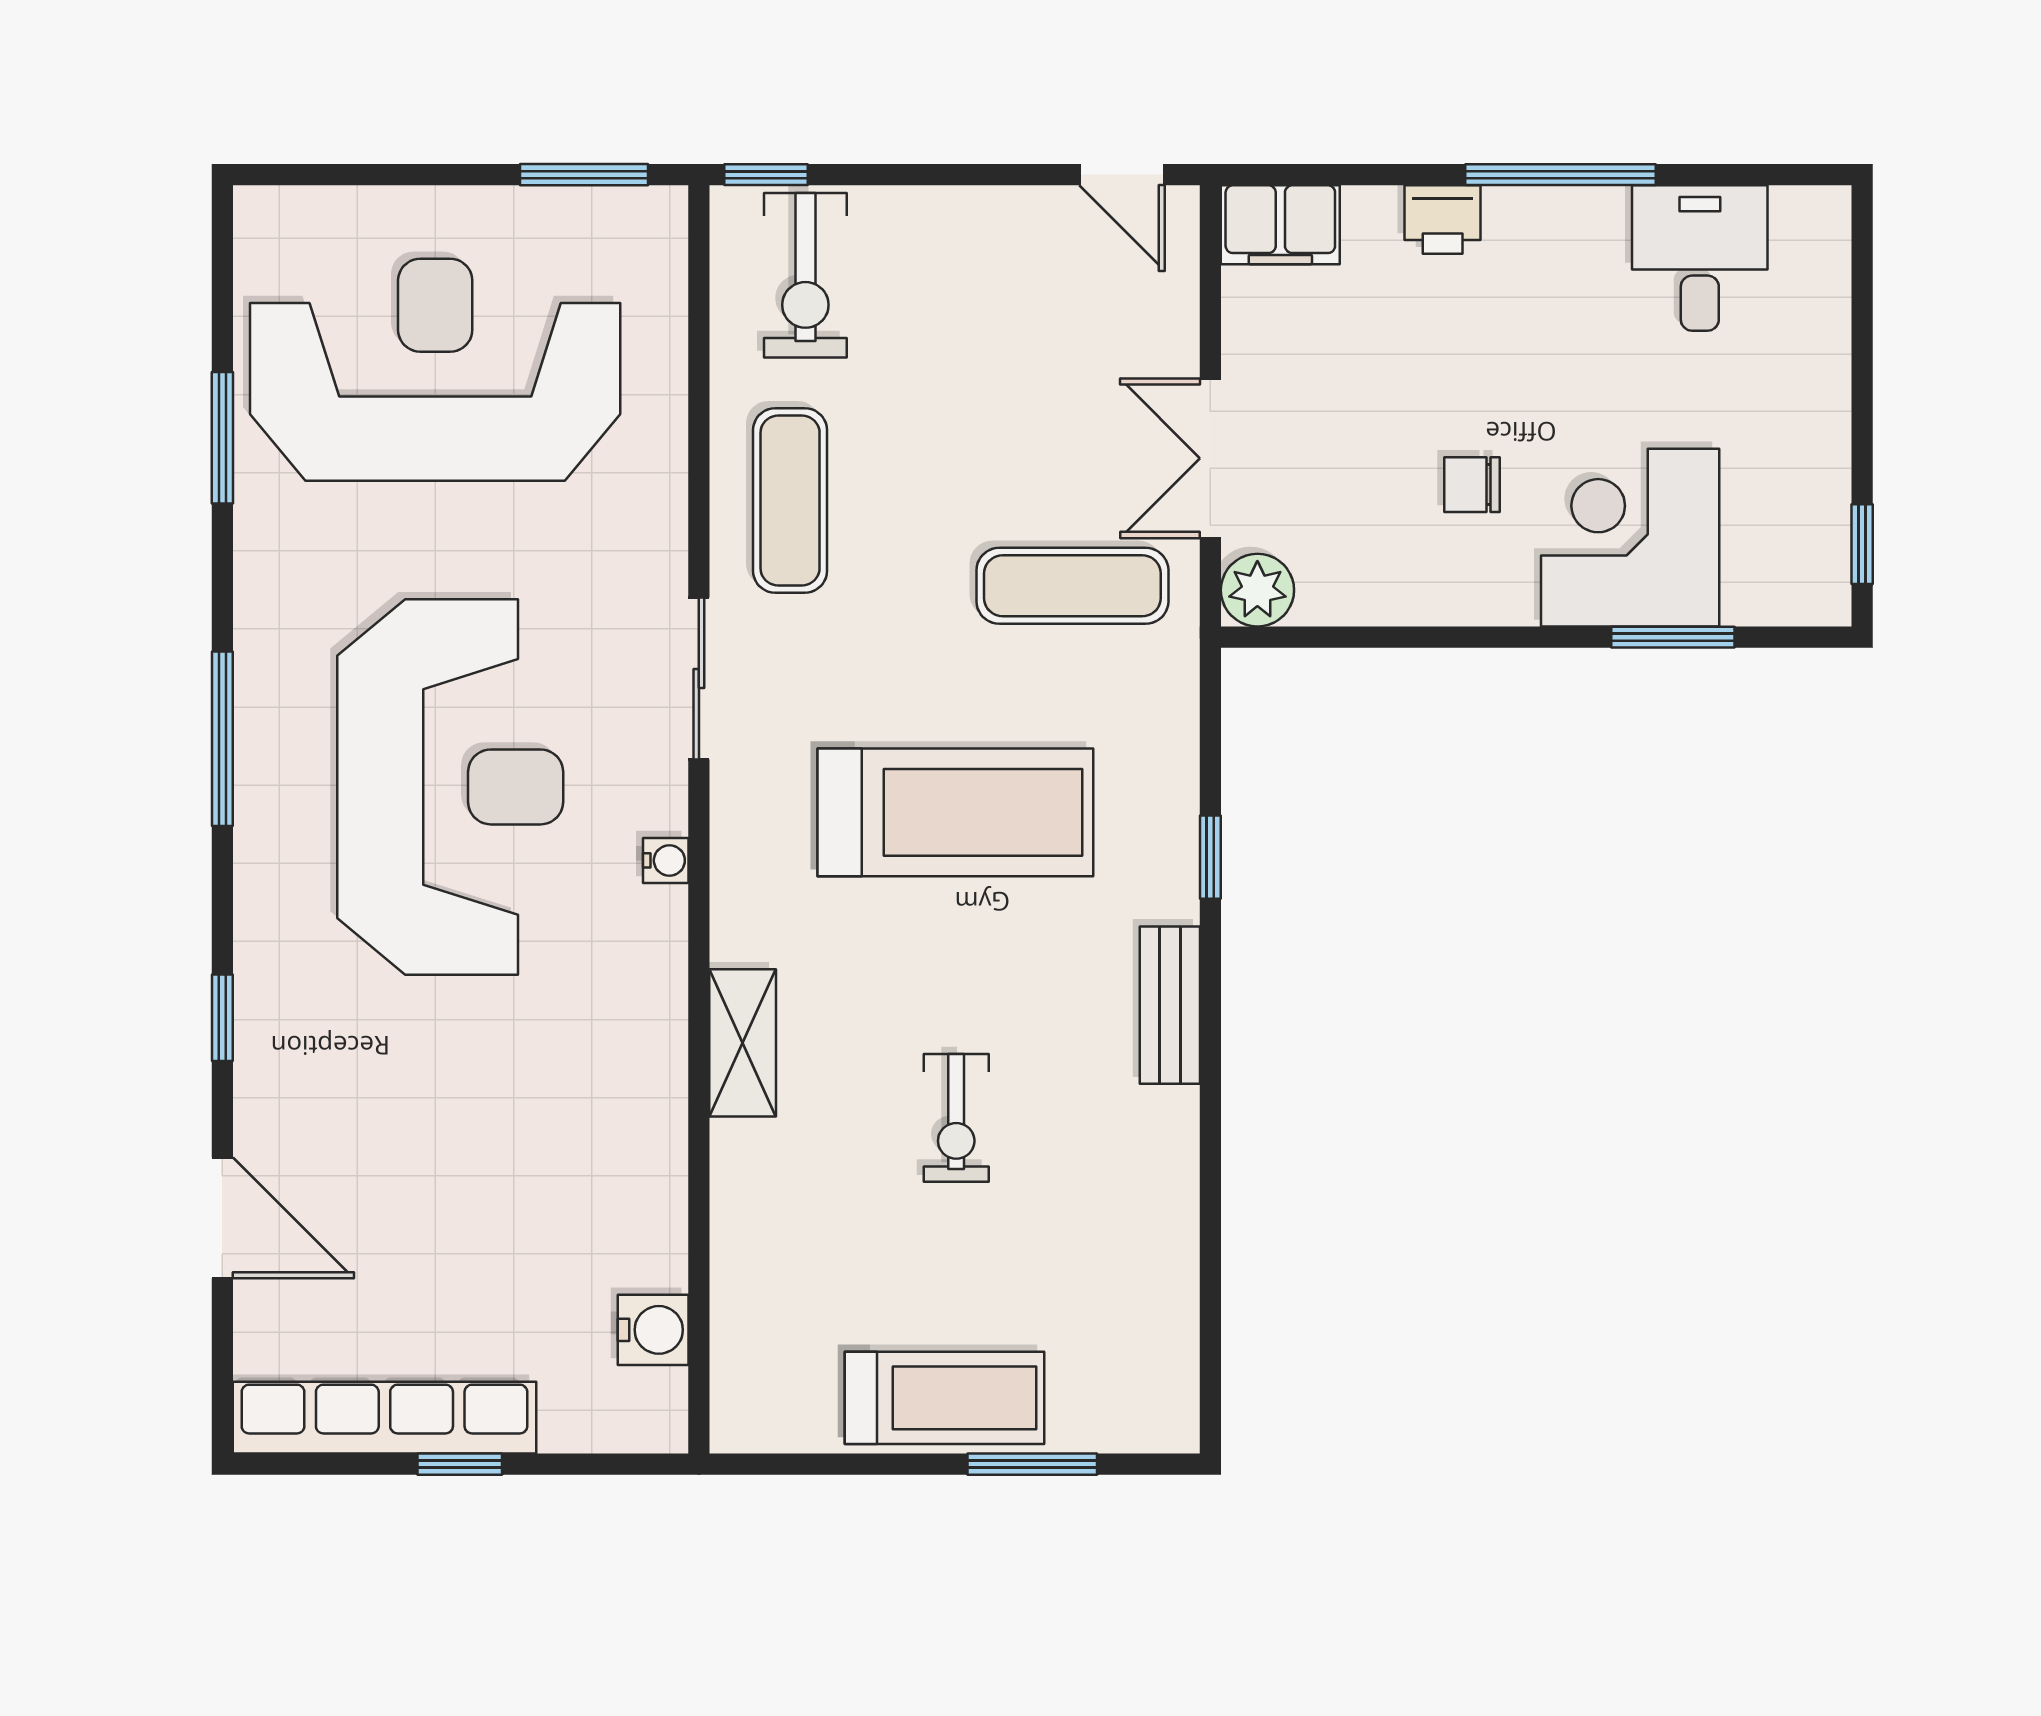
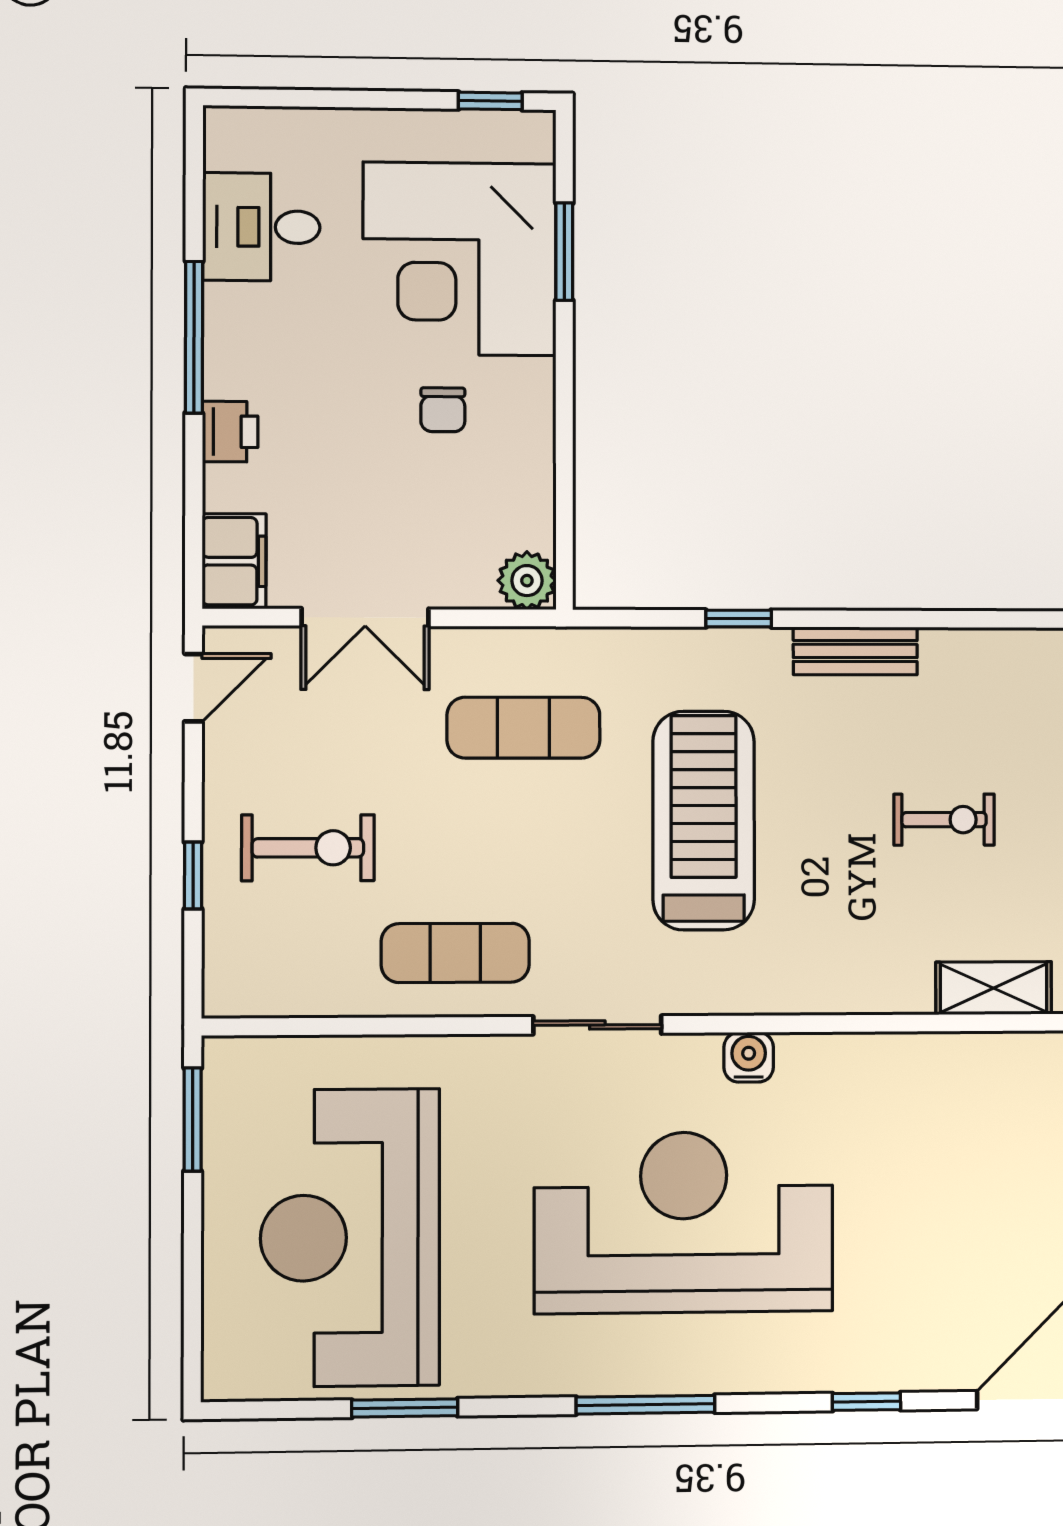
window: (766, 175) -> (193, 875), moved
exercise bike: (805, 275) -> (308, 848), moved
double door: (1210, 458) -> (365, 617), moved
corner desk: (1630, 538) -> (460, 259), width x1.36, depth x1.36
exercise mat: (1072, 586) -> (523, 728), turned 90
water cooler: (666, 860) -> (749, 1057), width x1.38, depth x1.38
shelving: (743, 1043) -> (994, 988), moved

